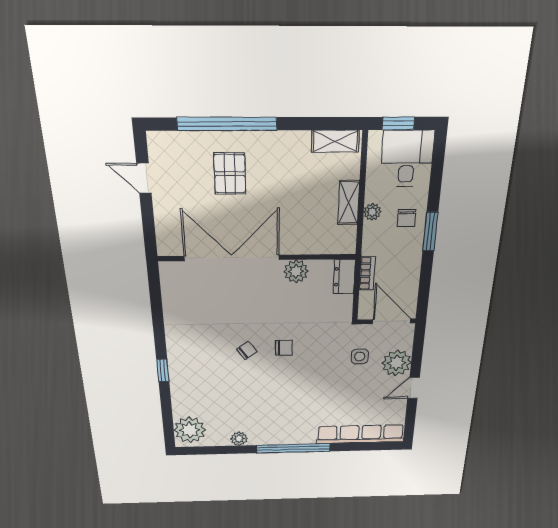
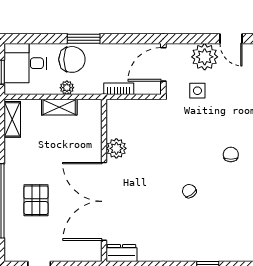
pallet: (230, 174) -> (36, 200), turned 90
chair: (407, 218) -> (72, 59), width x1.87, depth x1.87
dresser: (344, 277) -> (121, 253), moved, turned 180
chair: (284, 348) -> (231, 155), moved

